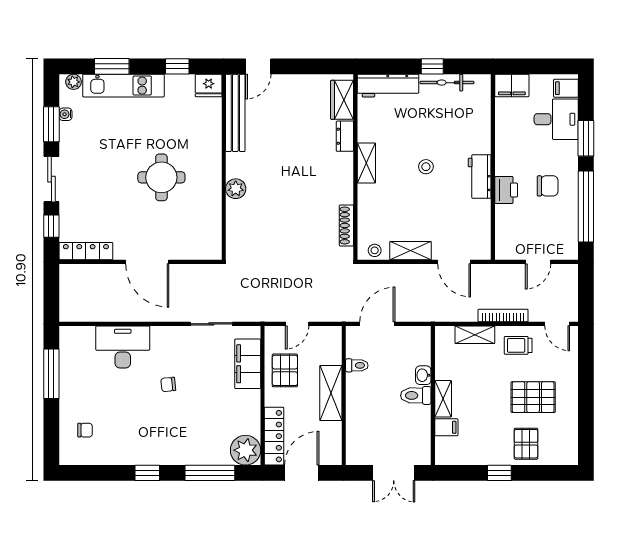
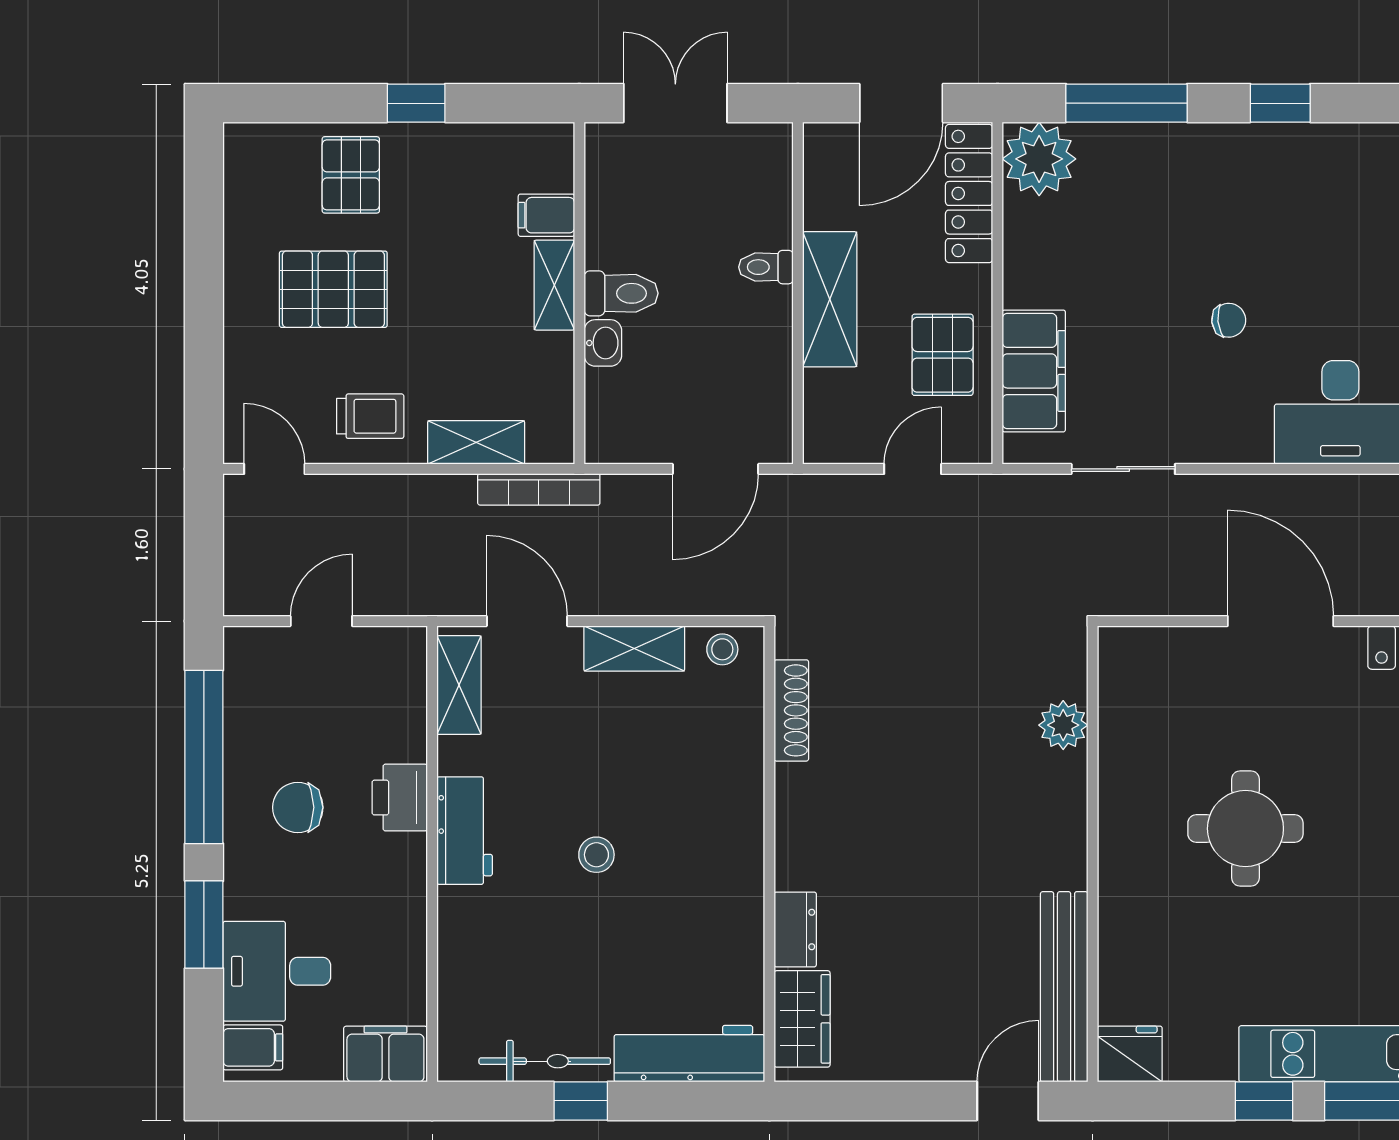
window: (177, 66) -> (1264, 1101), moved
shelving: (366, 163) -> (459, 685), moved
plant: (236, 189) -> (1063, 725), moved
bookcase: (503, 316) -> (539, 489), moved
toilet: (357, 365) -> (766, 267), moved

